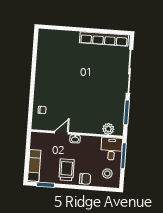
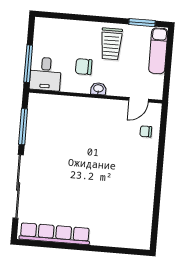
plant: (108, 129) -> (50, 103), removed
door: (61, 133) -> (139, 100), moved
stool: (107, 173) -> (52, 38), removed
chair: (85, 179) -> (84, 67), moved

